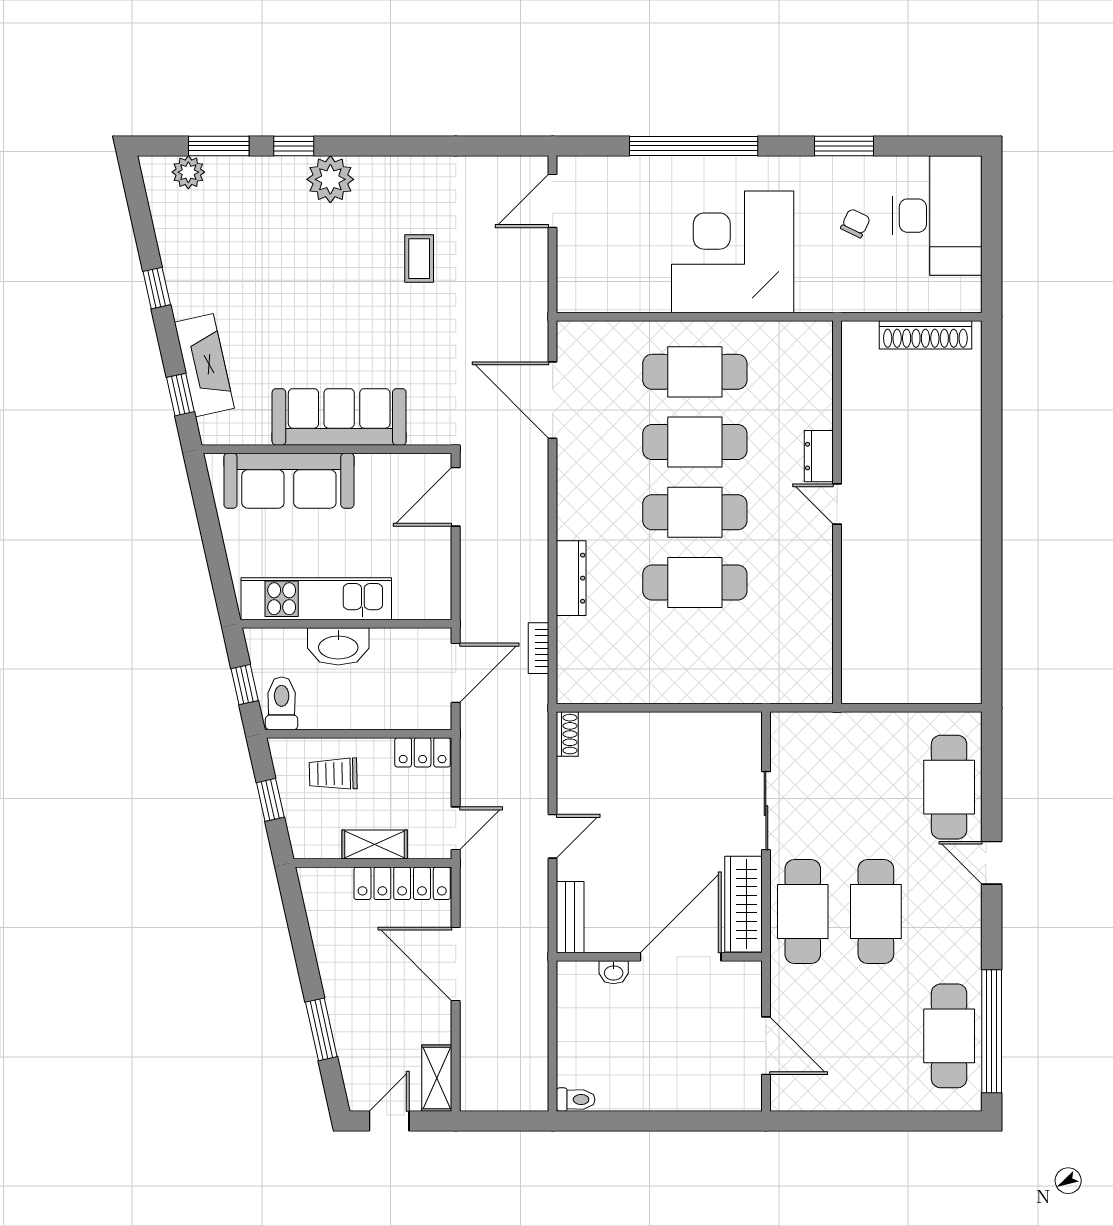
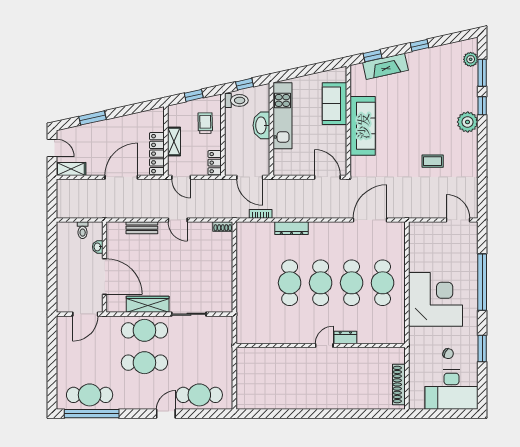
sofa: (289, 481) -> (335, 104), width x0.73
wall: (659, 957) -> (105, 267), moved
door: (681, 957) -> (105, 276), moved
washbasin: (614, 972) -> (98, 247), moved
toilet: (576, 1100) -> (83, 230), moved

